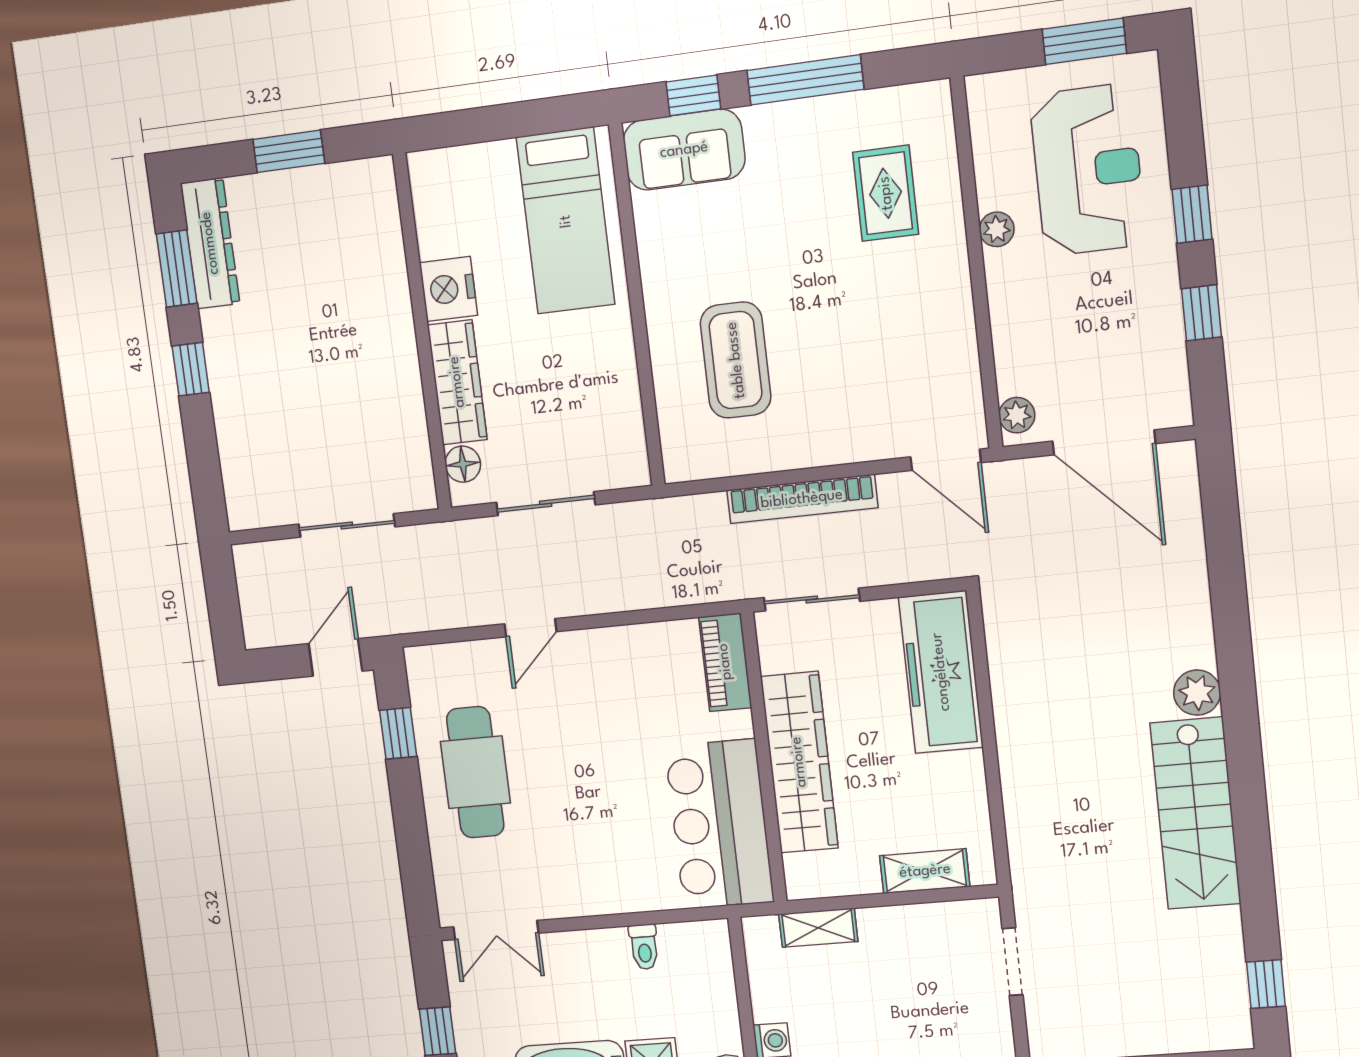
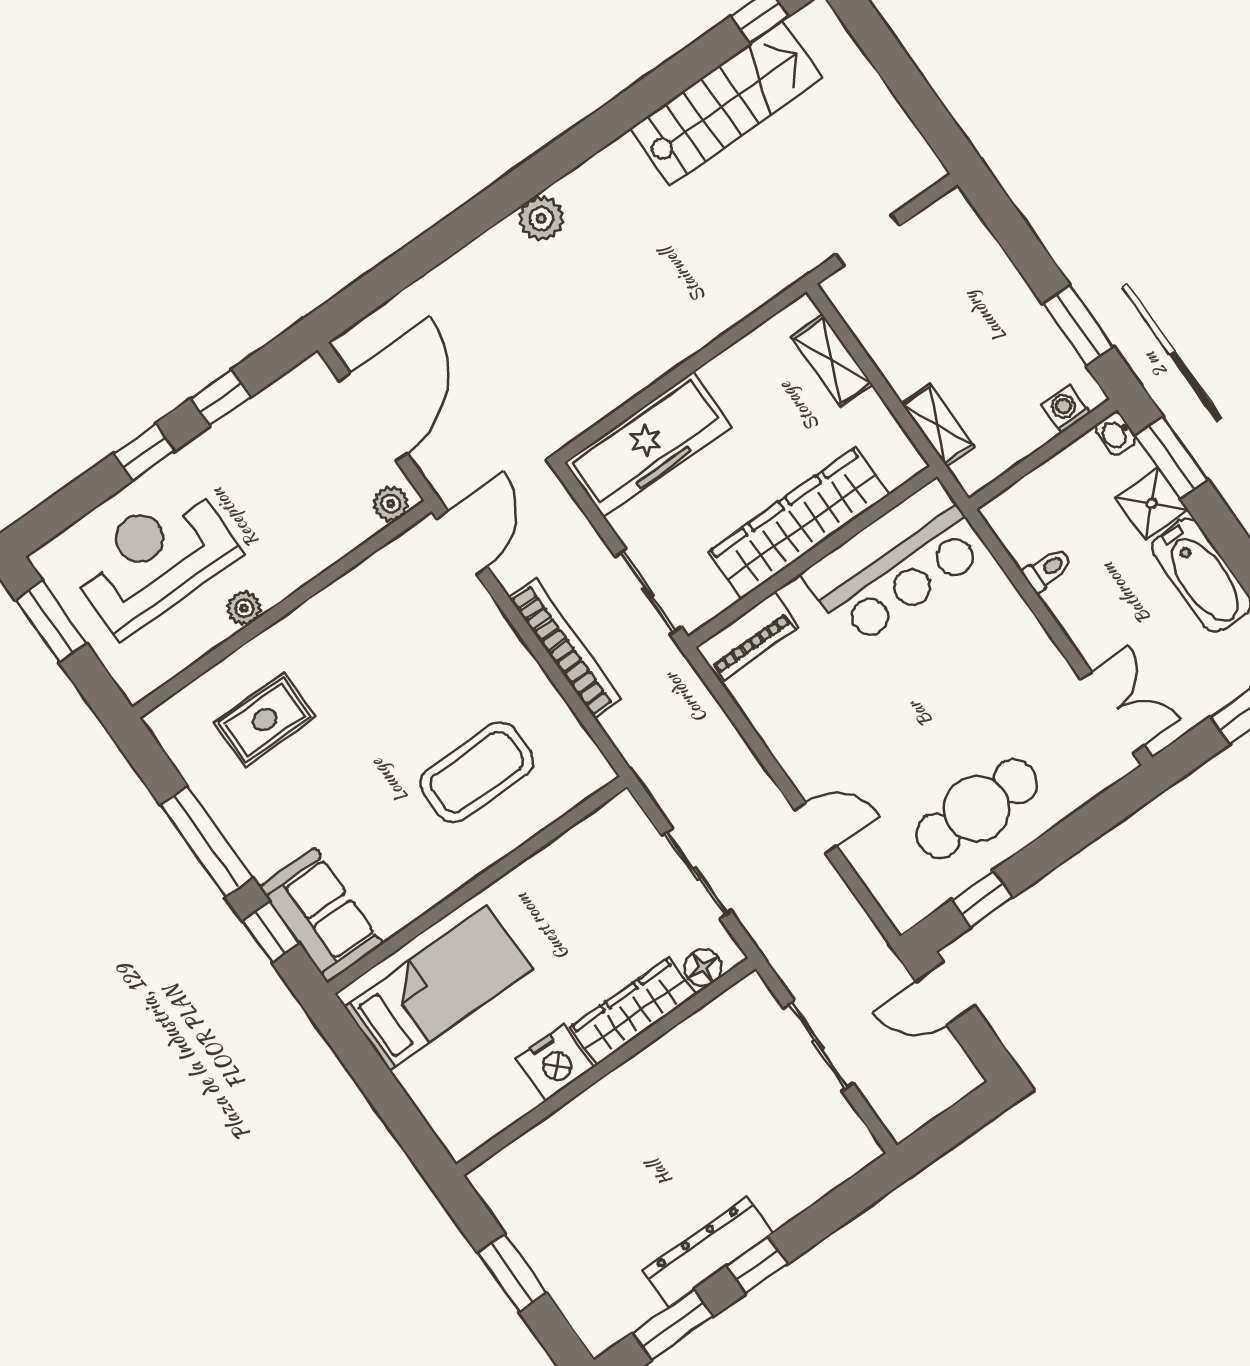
dresser: (210, 243) -> (708, 1252), moved
stairs: (1195, 813) -> (726, 103), moved

